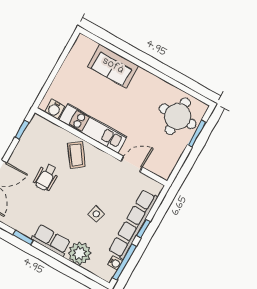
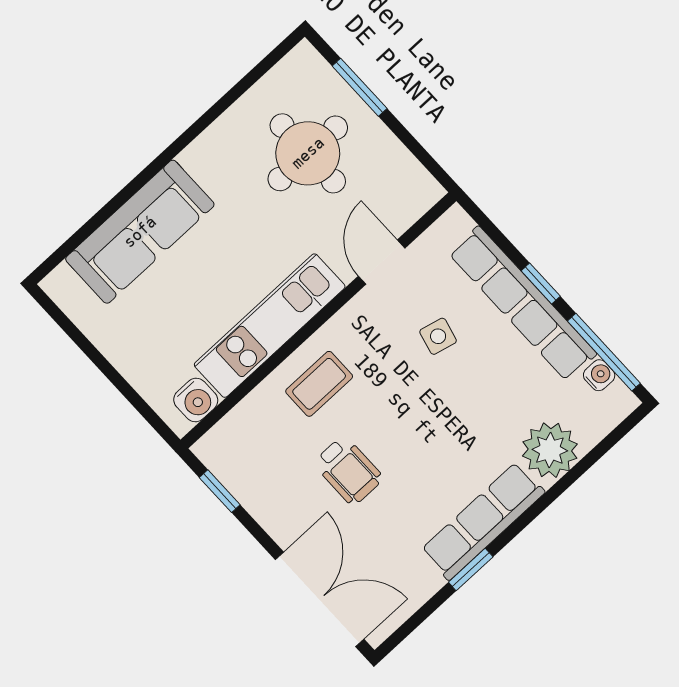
sofa: (113, 66) -> (140, 232), width x1.36
round table: (178, 116) -> (308, 153), moved
coffee table: (76, 155) -> (319, 384), turned -55
side table: (96, 214) -> (438, 336), moved
row of seats: (51, 240) -> (483, 521), width x1.48

